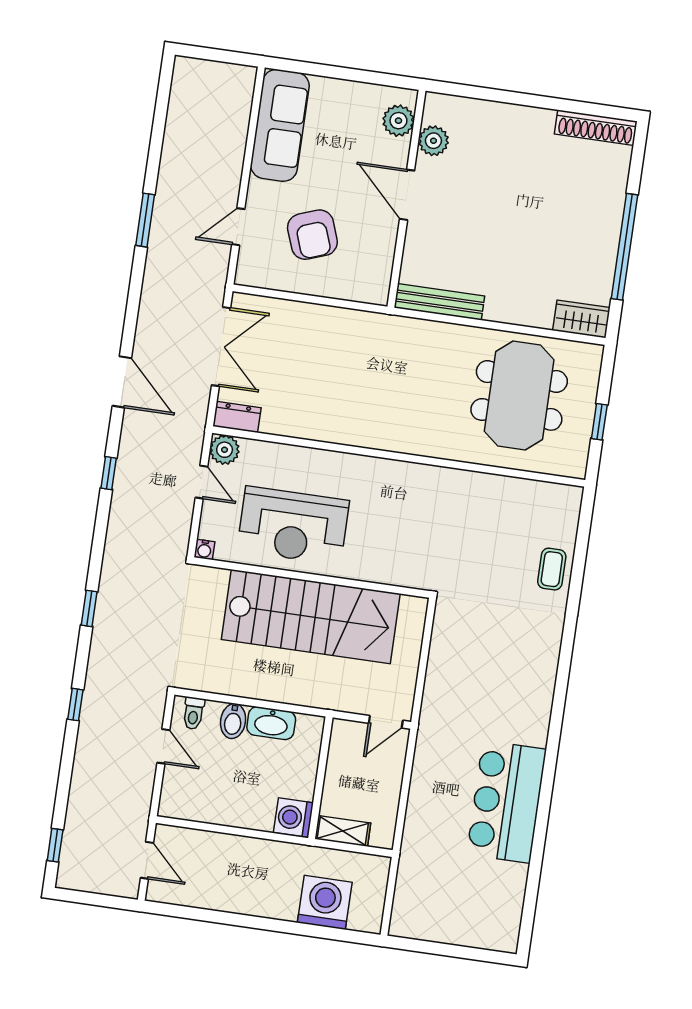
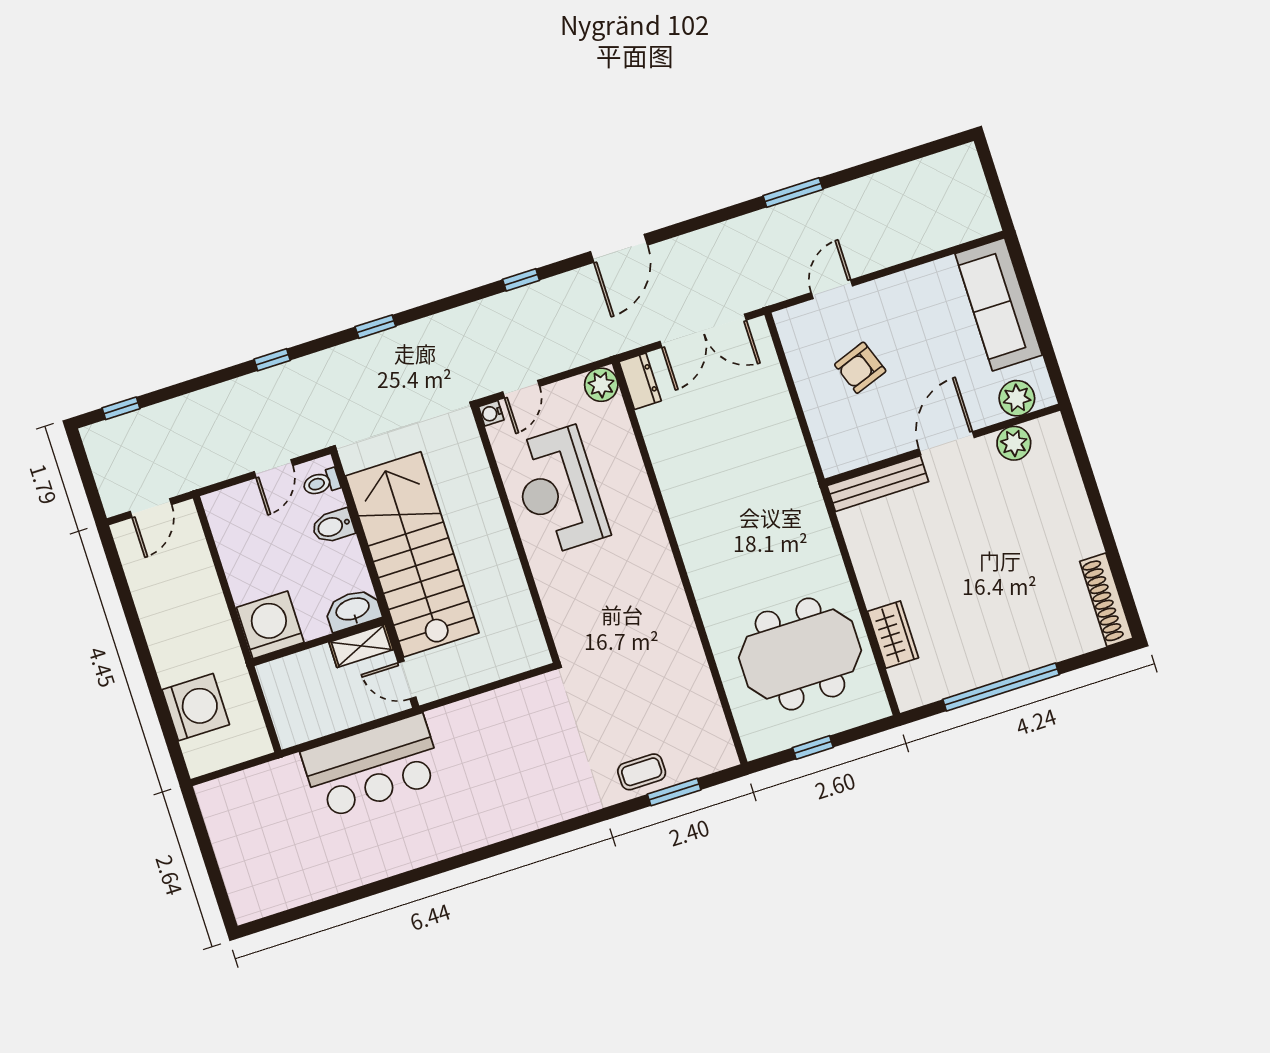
sofa: (280, 125) -> (999, 304), moved, turned 90
door: (238, 227) -> (832, 289), hinge flipped
armchair: (312, 235) -> (860, 368), width x0.72, depth x0.72
bench: (439, 302) -> (878, 484), moved, turned 90
wardrobe: (581, 319) -> (893, 635), moved
door: (201, 482) -> (521, 389), moved
window: (581, 551) -> (674, 792), added
stairs: (311, 617) -> (412, 554), moved, turned 180
washbasin: (271, 723) -> (353, 610), moved, turned 90
bar counter: (506, 802) -> (372, 766), moved, turned 180
washing machine: (293, 818) -> (270, 625), width x1.37, depth x1.37
shelving: (343, 831) -> (361, 646), moved, turned 90

